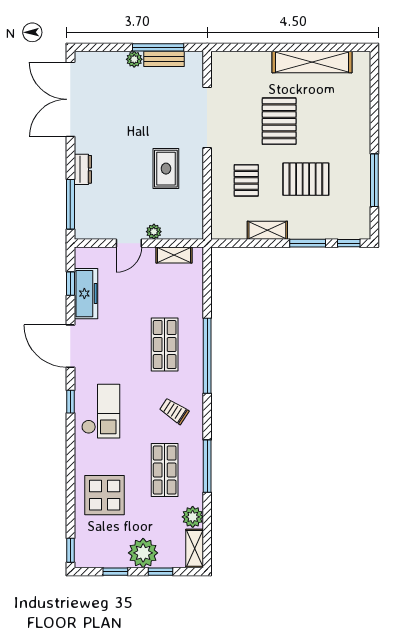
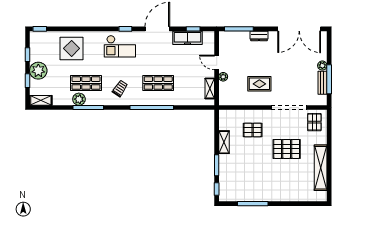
double door: (70, 99) -> (299, 29), swing flipped
pallet: (306, 179) -> (314, 122), moved, width x0.67, depth x0.71
plant: (193, 517) -> (79, 99), moved

